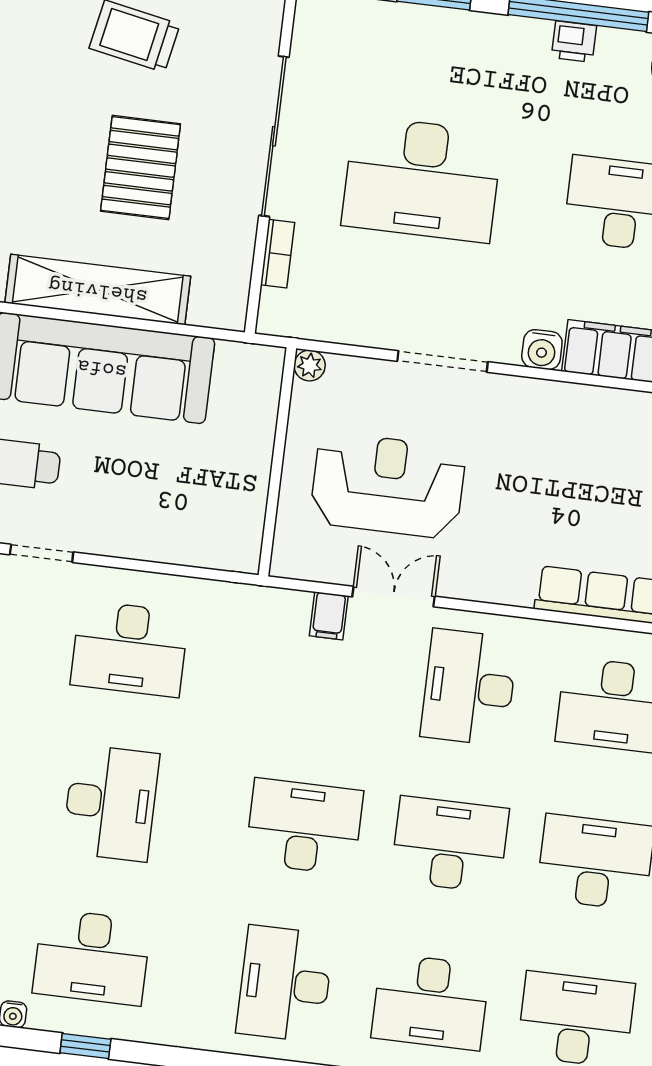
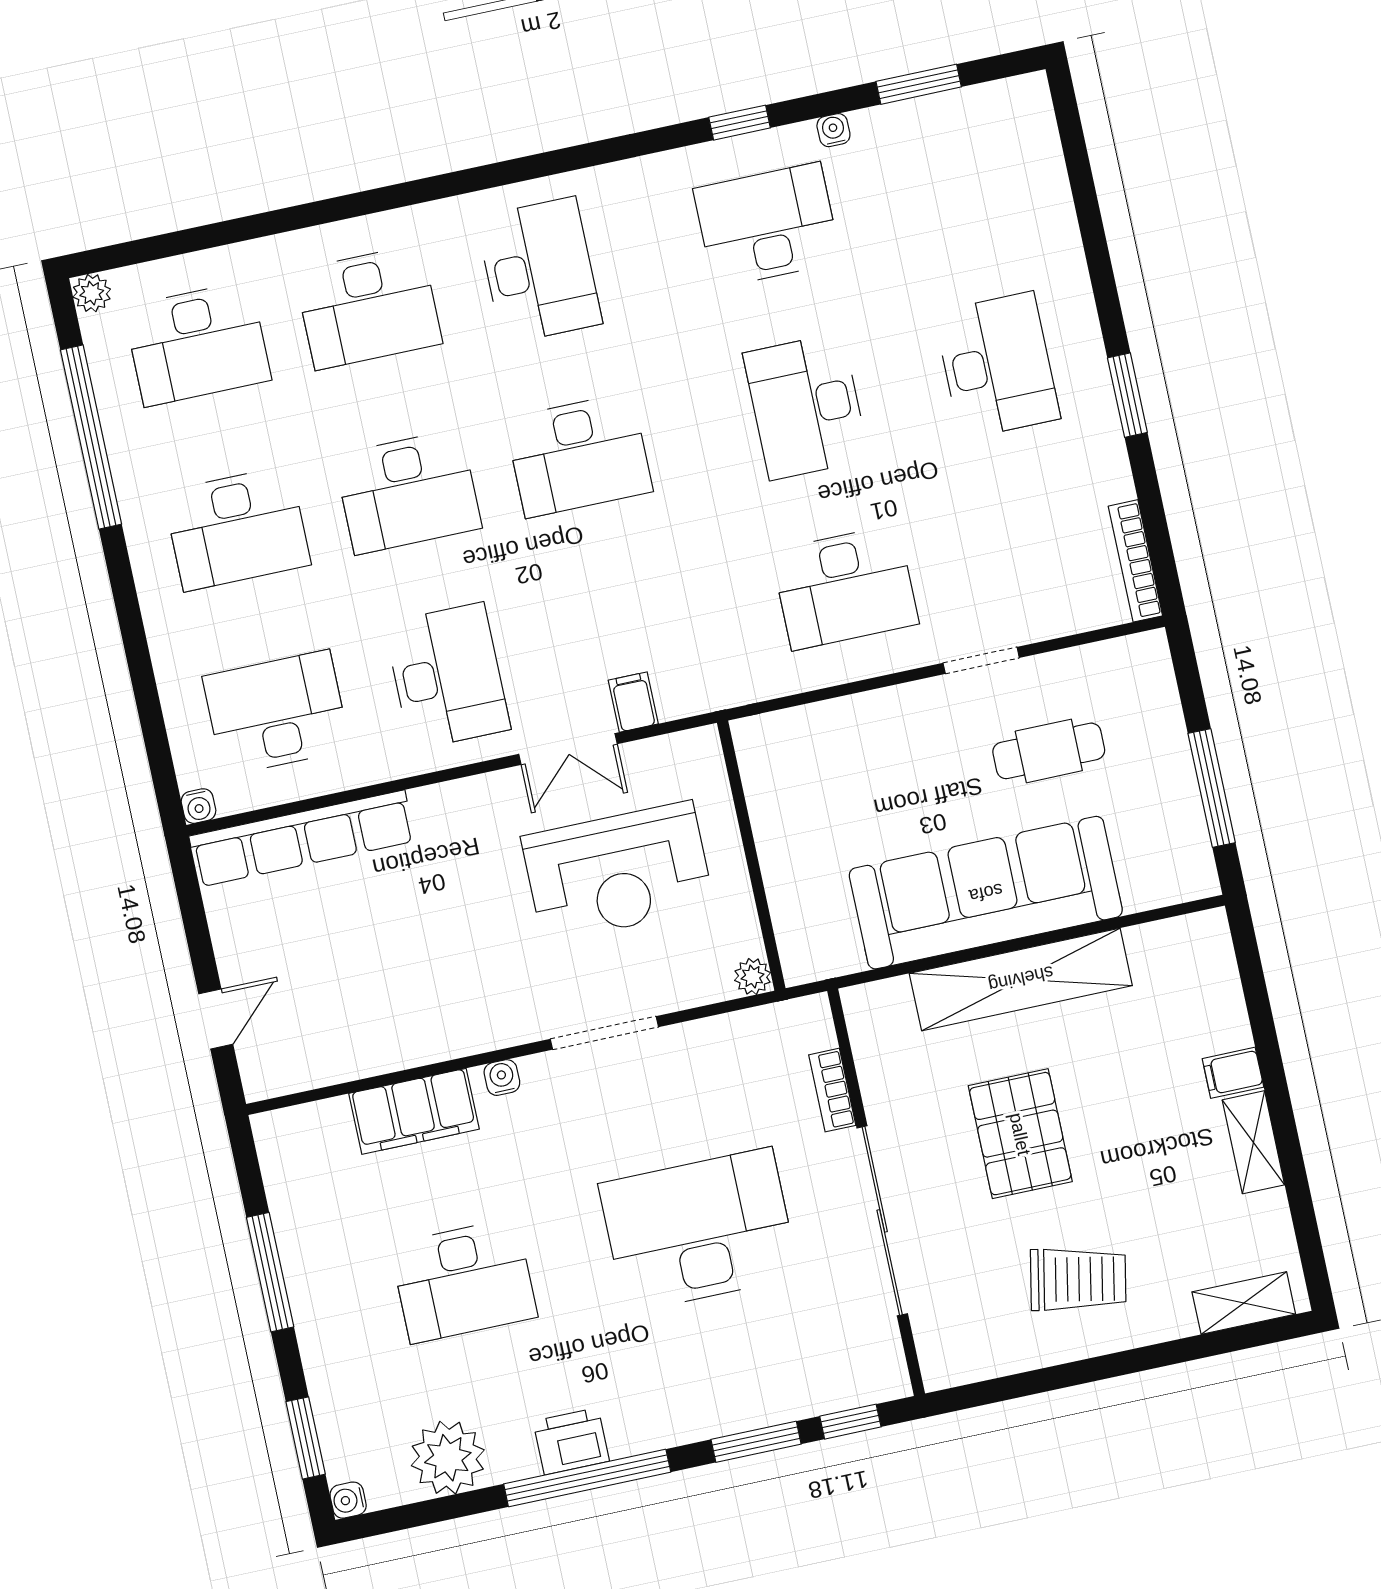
printer: (574, 42) -> (571, 1441), width x1.36, depth x1.24
water cooler: (542, 350) -> (502, 1078), width x0.72, depth x0.72
desk: (130, 649) -> (845, 587), turned 180
desk: (430, 1002) -> (368, 307), turned 180

